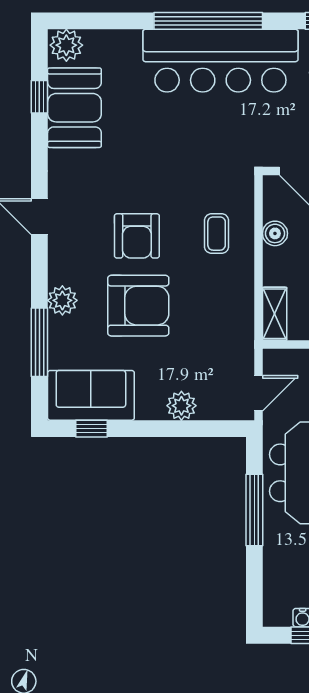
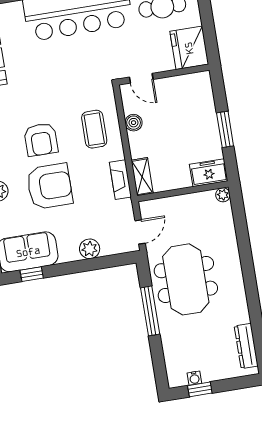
coffee table: (217, 234) -> (94, 129), width x1.36, depth x1.30
fireplace: (242, 313) -> (120, 180), added

